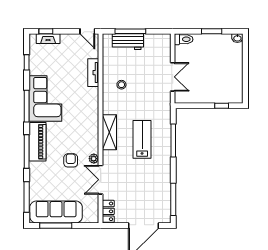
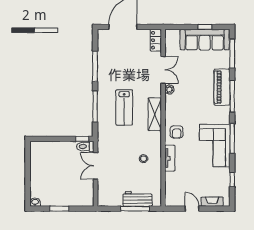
window: (46, 31) -> (214, 209), removed
door: (87, 31) -> (192, 209), moved
toilet: (184, 39) -> (85, 146), moved
tv unit: (93, 73) -> (170, 158), moved
window: (222, 106) -> (82, 139), moved
piano: (37, 142) -> (222, 87), moved
armchair: (71, 160) -> (177, 132), moved
window: (173, 199) -> (95, 66), moved
window: (56, 226) -> (205, 27), width x0.46

